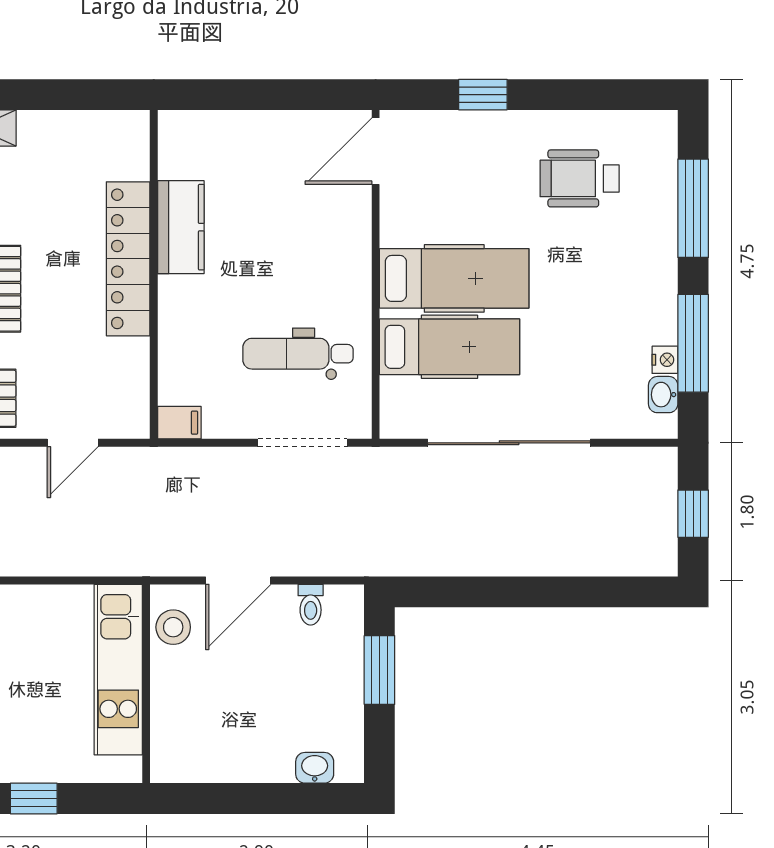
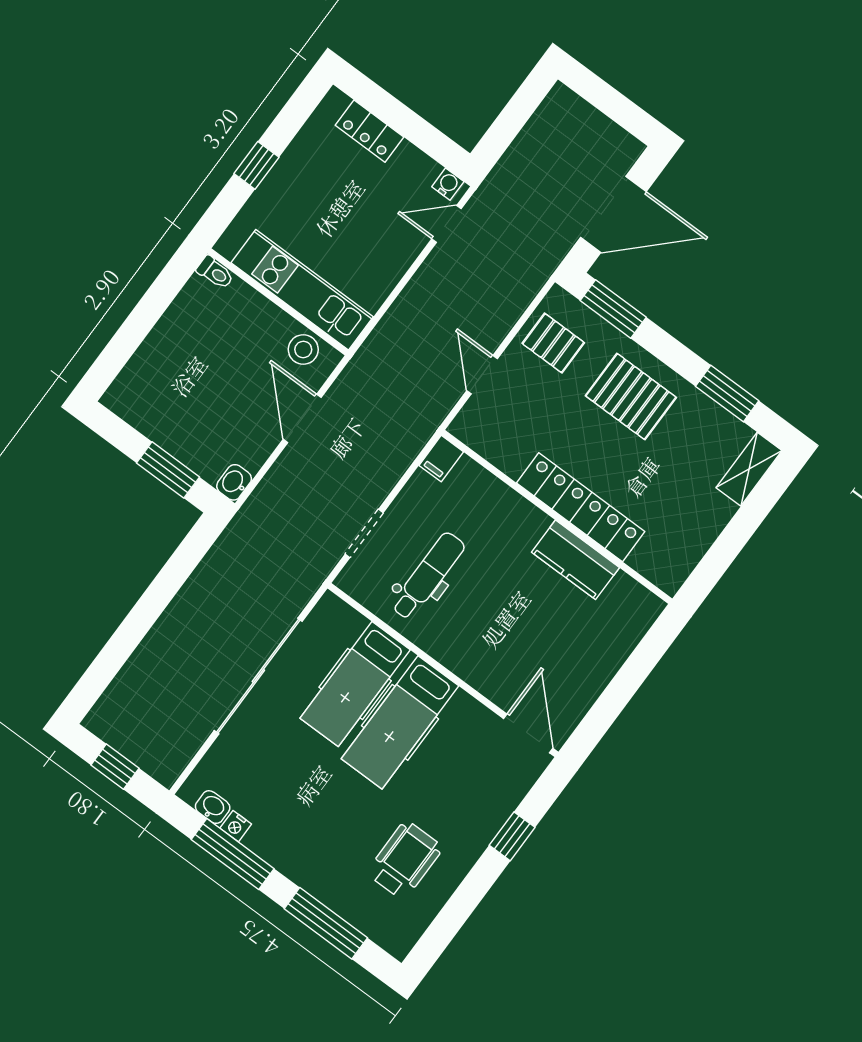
doorway: (303, 443) -> (364, 533), width x0.73
toilet: (311, 605) -> (215, 273), moved, turned 180
washbasin: (315, 768) -> (234, 482), moved, turned 180

